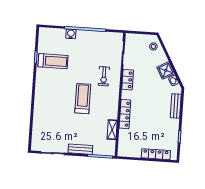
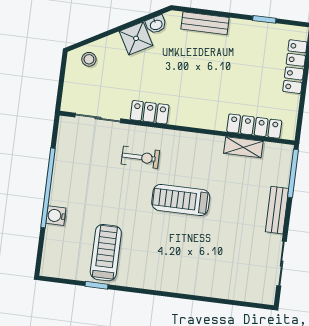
locker: (125, 114) -> (254, 126), moved

